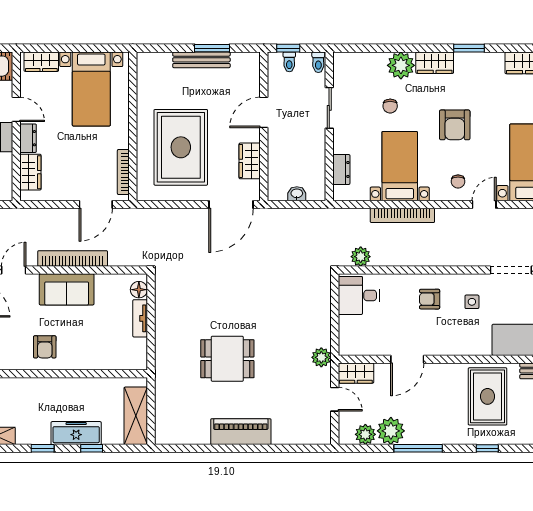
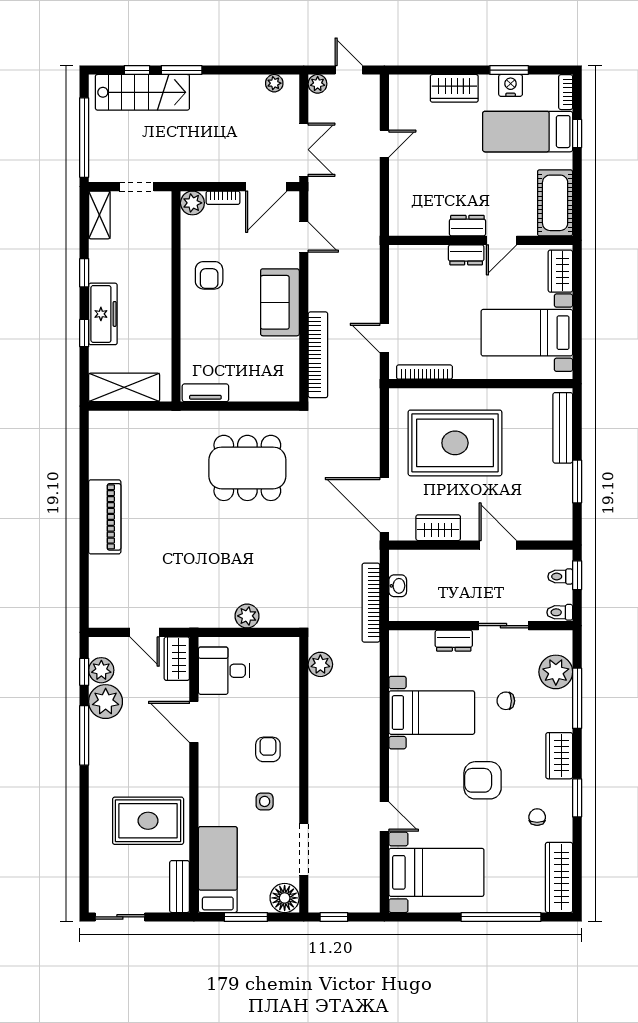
window: (388, 48) -> (577, 698), added
bench: (201, 60) -> (563, 428), moved
plant: (401, 65) -> (556, 672), moved
dresser: (341, 169) -> (454, 641), moved
wardrobe: (30, 172) -> (424, 258), removed
chair: (458, 181) -> (537, 817), moved, turned 90
door: (96, 205) -> (384, 338), width x0.73
bookcase: (402, 215) -> (371, 603), moved
bookcase: (73, 259) -> (318, 355), moved
floor lamp: (139, 290) -> (280, 391), removed
desk: (359, 295) -> (224, 671), moved, turned -90
tv unit: (140, 318) -> (205, 393), moved
armchair: (45, 347) -> (209, 275), turned -90
plant: (321, 357) -> (247, 616), moved
dining table: (227, 359) -> (247, 468), moved, width x1.38
door: (335, 399) -> (145, 632), hinge flipped
window: (487, 448) -> (84, 672), moved

